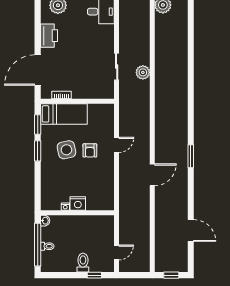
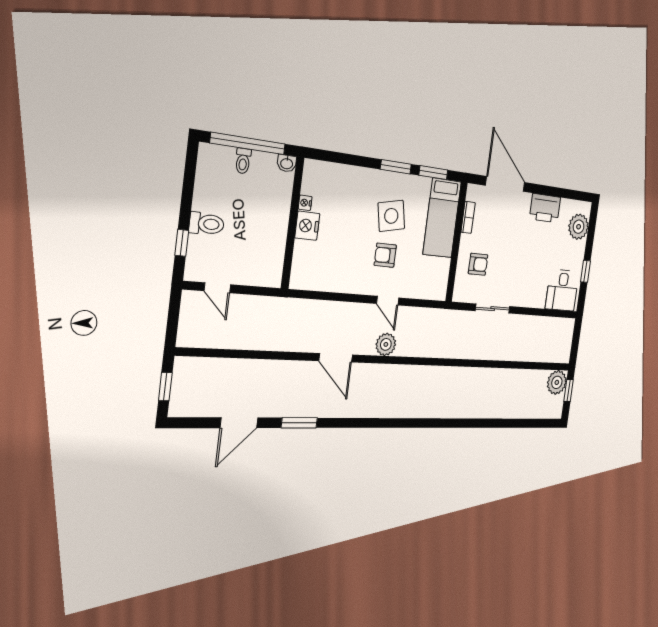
plant: (143, 72) -> (386, 344), moved
armchair: (90, 83) -> (478, 264), added
window: (191, 156) -> (299, 423), moved

